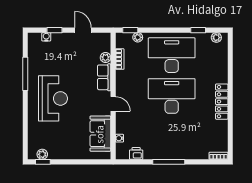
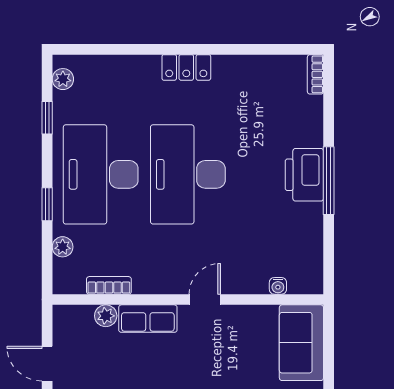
door: (83, 30) -> (47, 364), hinge flipped
window: (130, 30) -> (47, 204), moved
locker: (222, 102) -> (186, 67), width x0.66
sofa: (100, 134) -> (301, 343), moved, turned 90
printer: (136, 153) -> (304, 175), moved, width x1.87, depth x1.48

